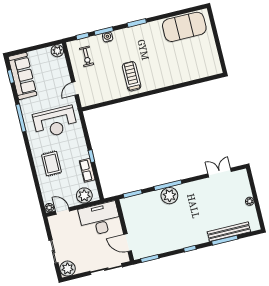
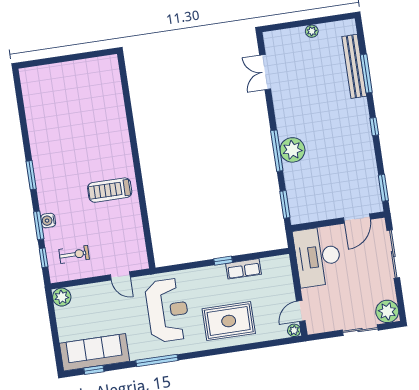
exercise mat: (184, 27) -> (43, 105), removed
rug: (52, 163) -> (229, 321), width x1.36, depth x1.43
plant: (84, 196) -> (281, 277), removed

